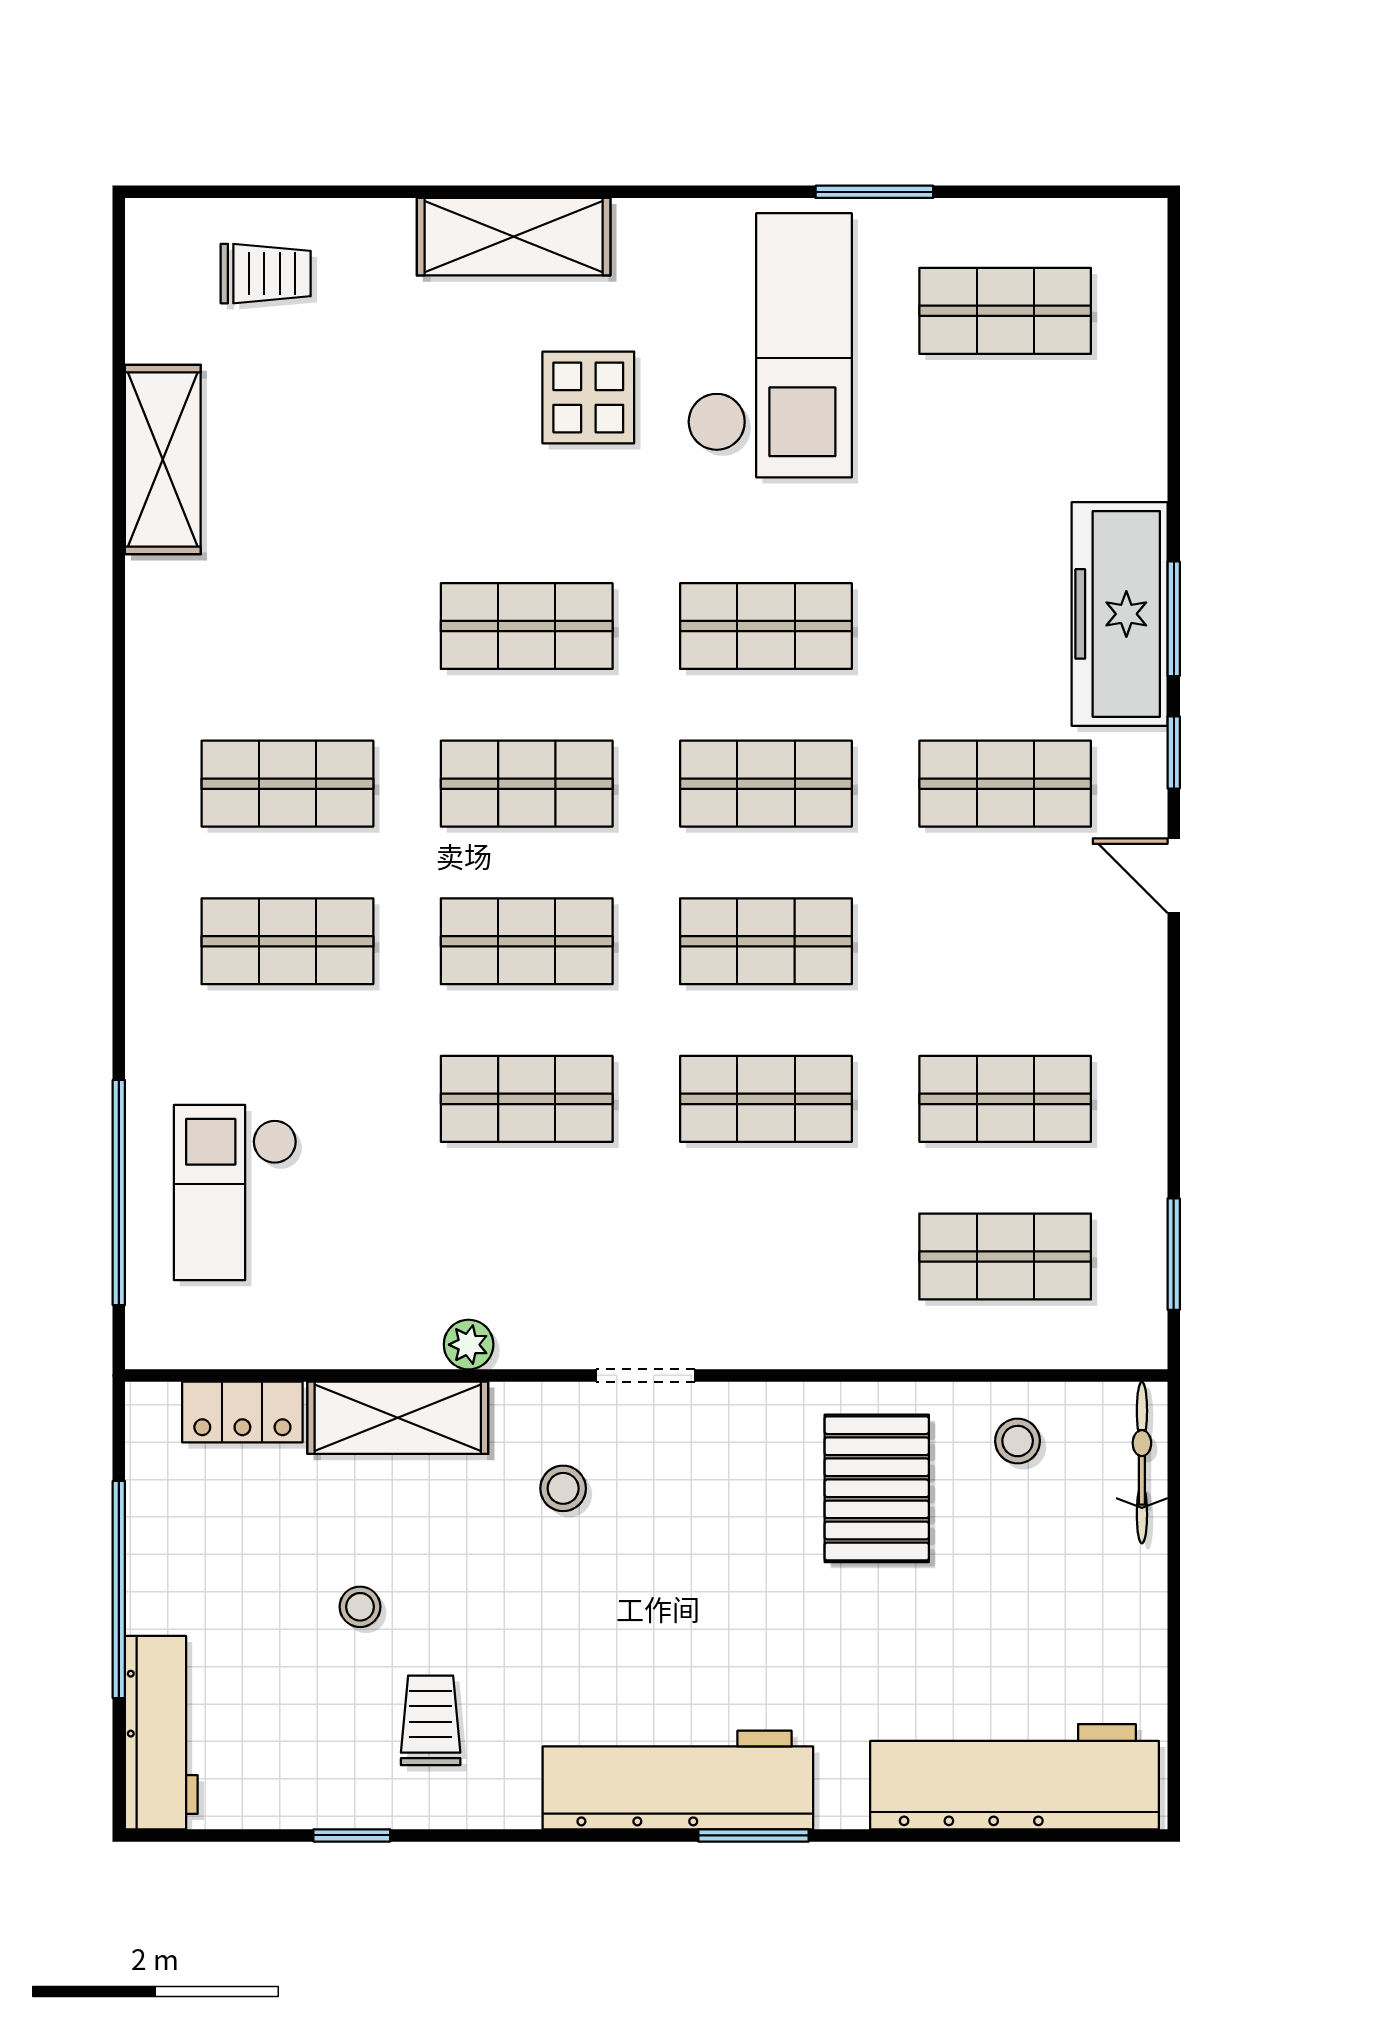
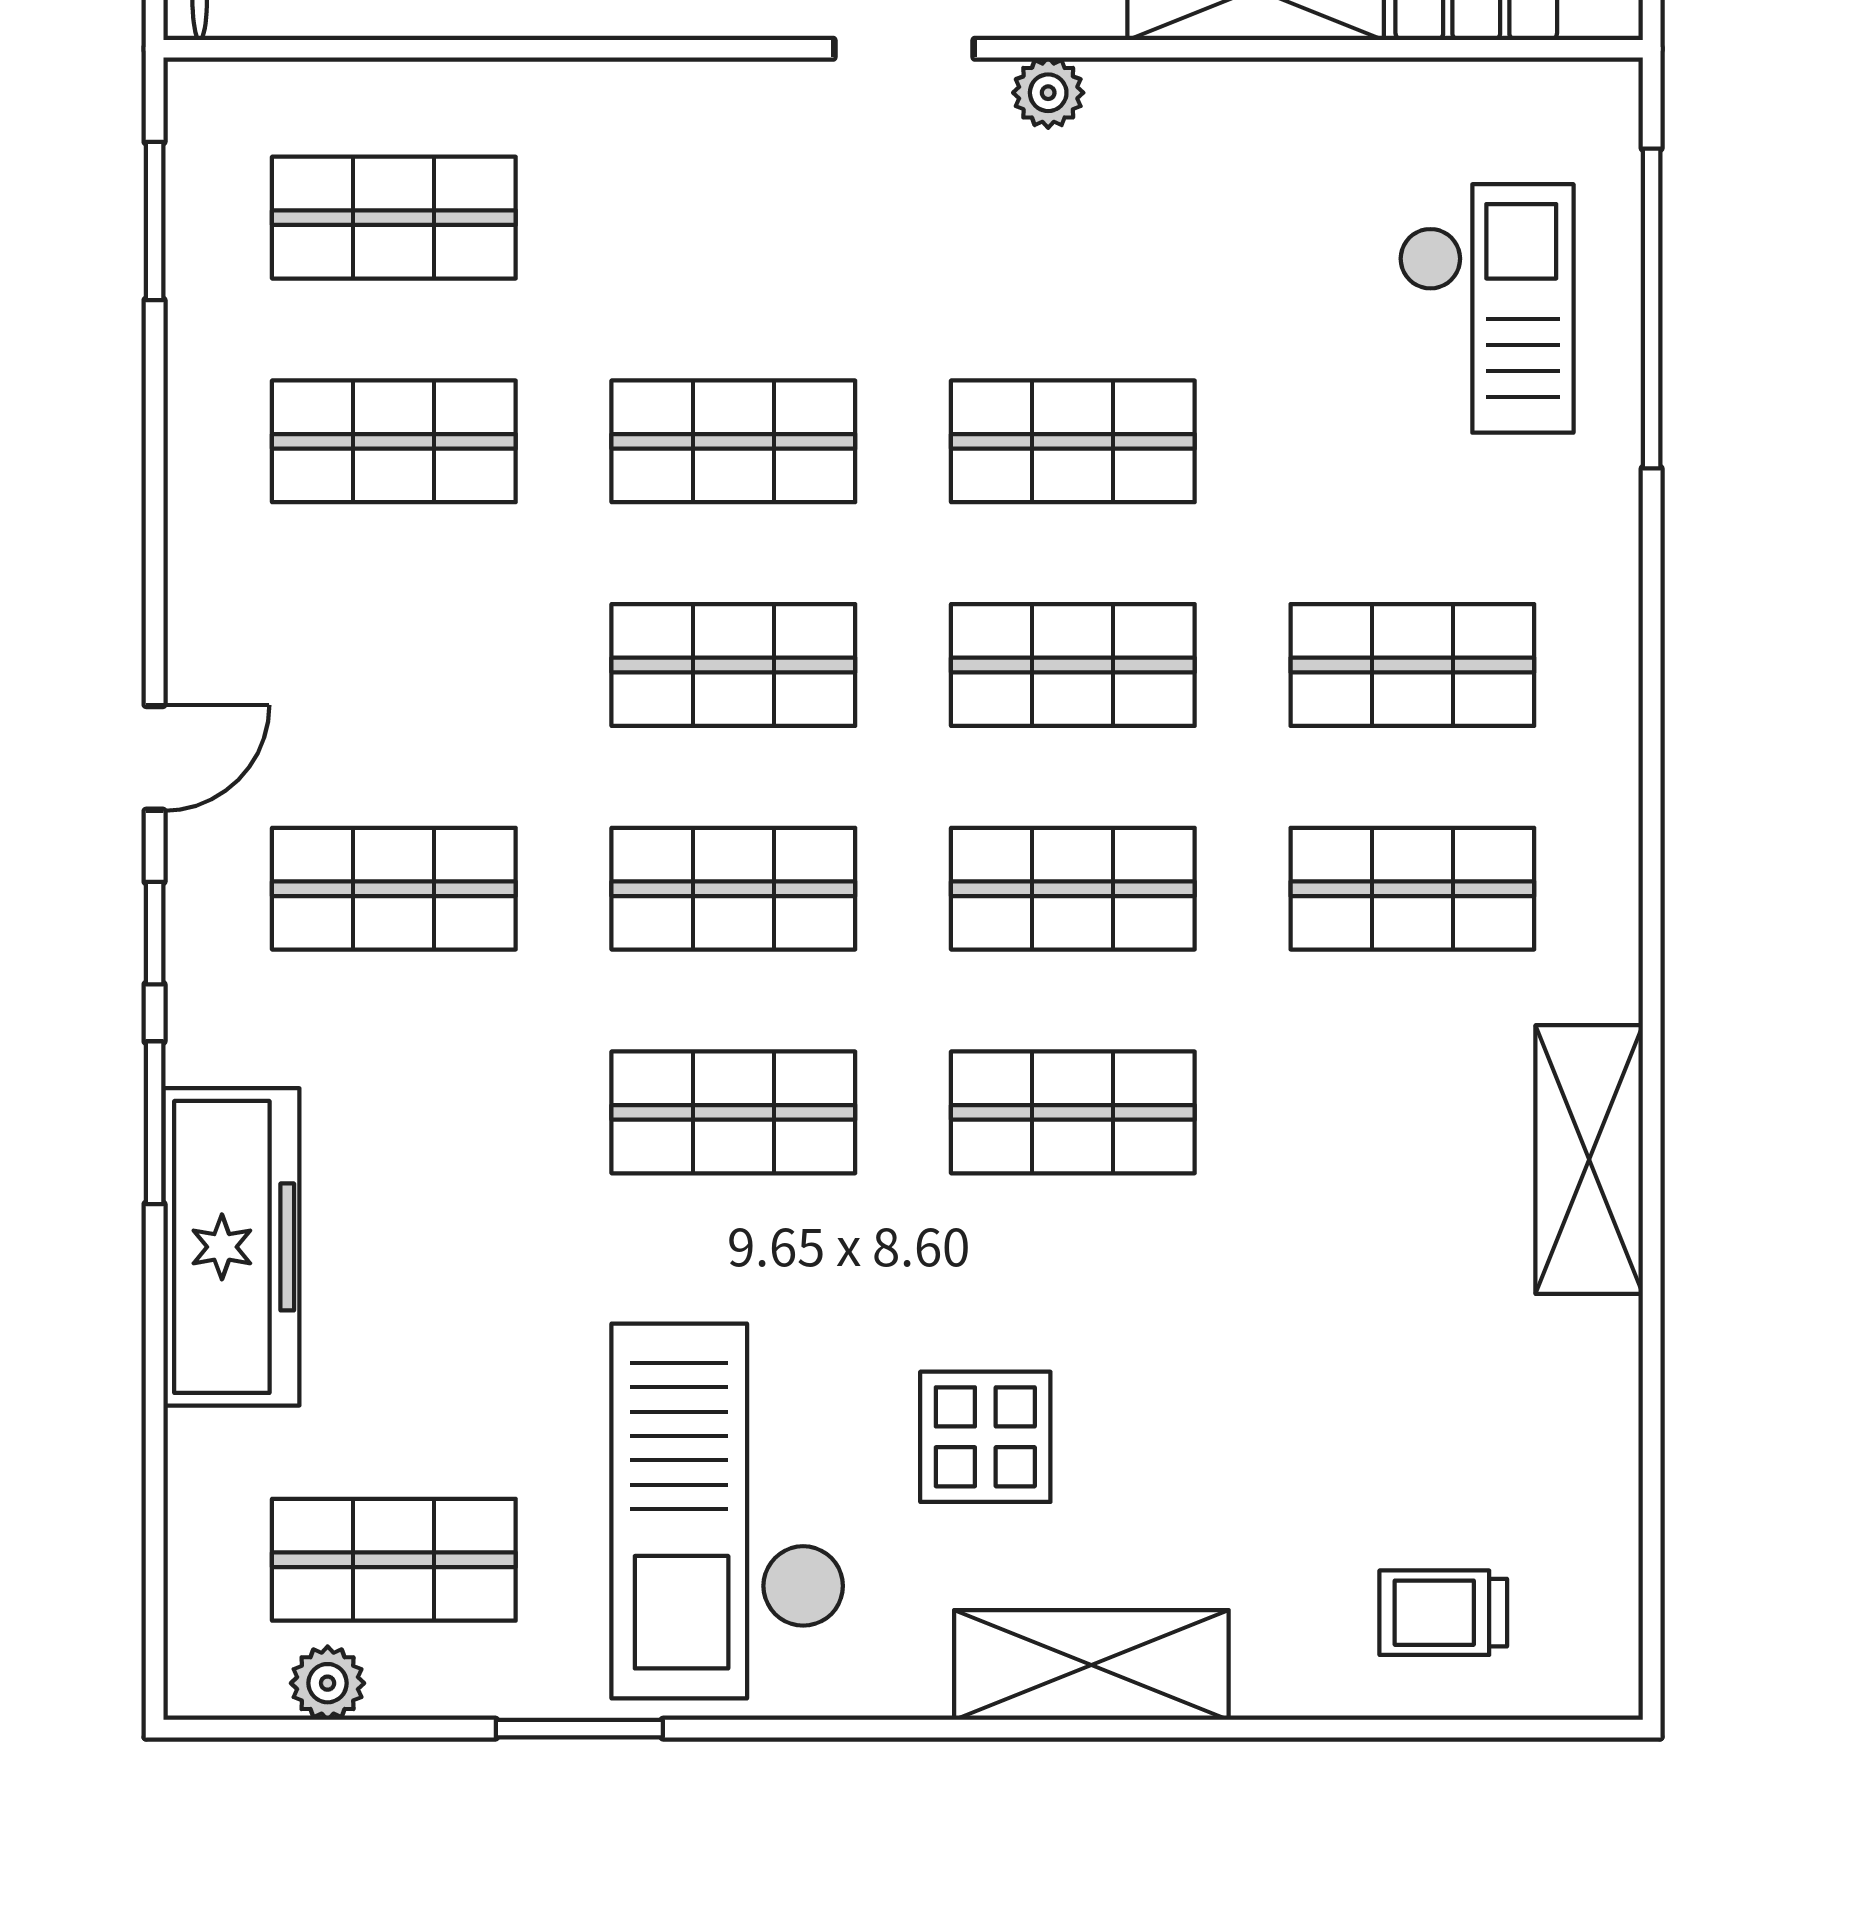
plant: (1052, 224) -> (328, 1683), added
shelving: (163, 459) -> (1589, 1160), moved
freezer: (1120, 614) -> (231, 1247), moved
door: (1174, 876) -> (155, 758), hinge flipped
plant: (469, 1345) -> (1048, 93), moved

